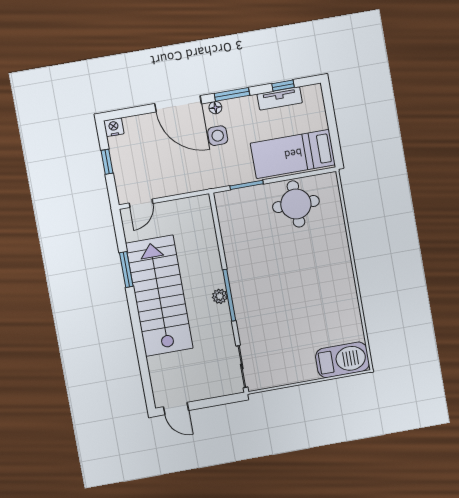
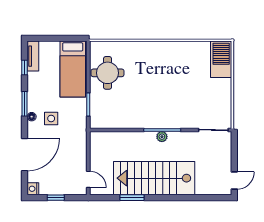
tv unit: (280, 98) -> (33, 56), moved
door: (178, 104) -> (25, 155), moved

